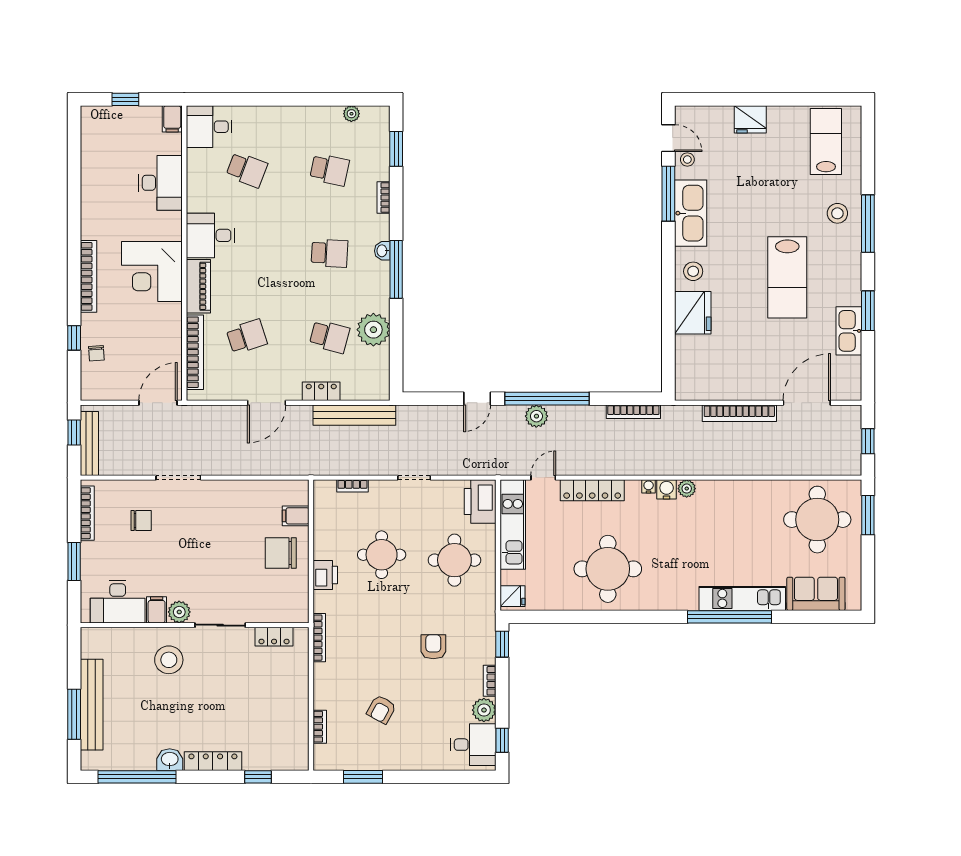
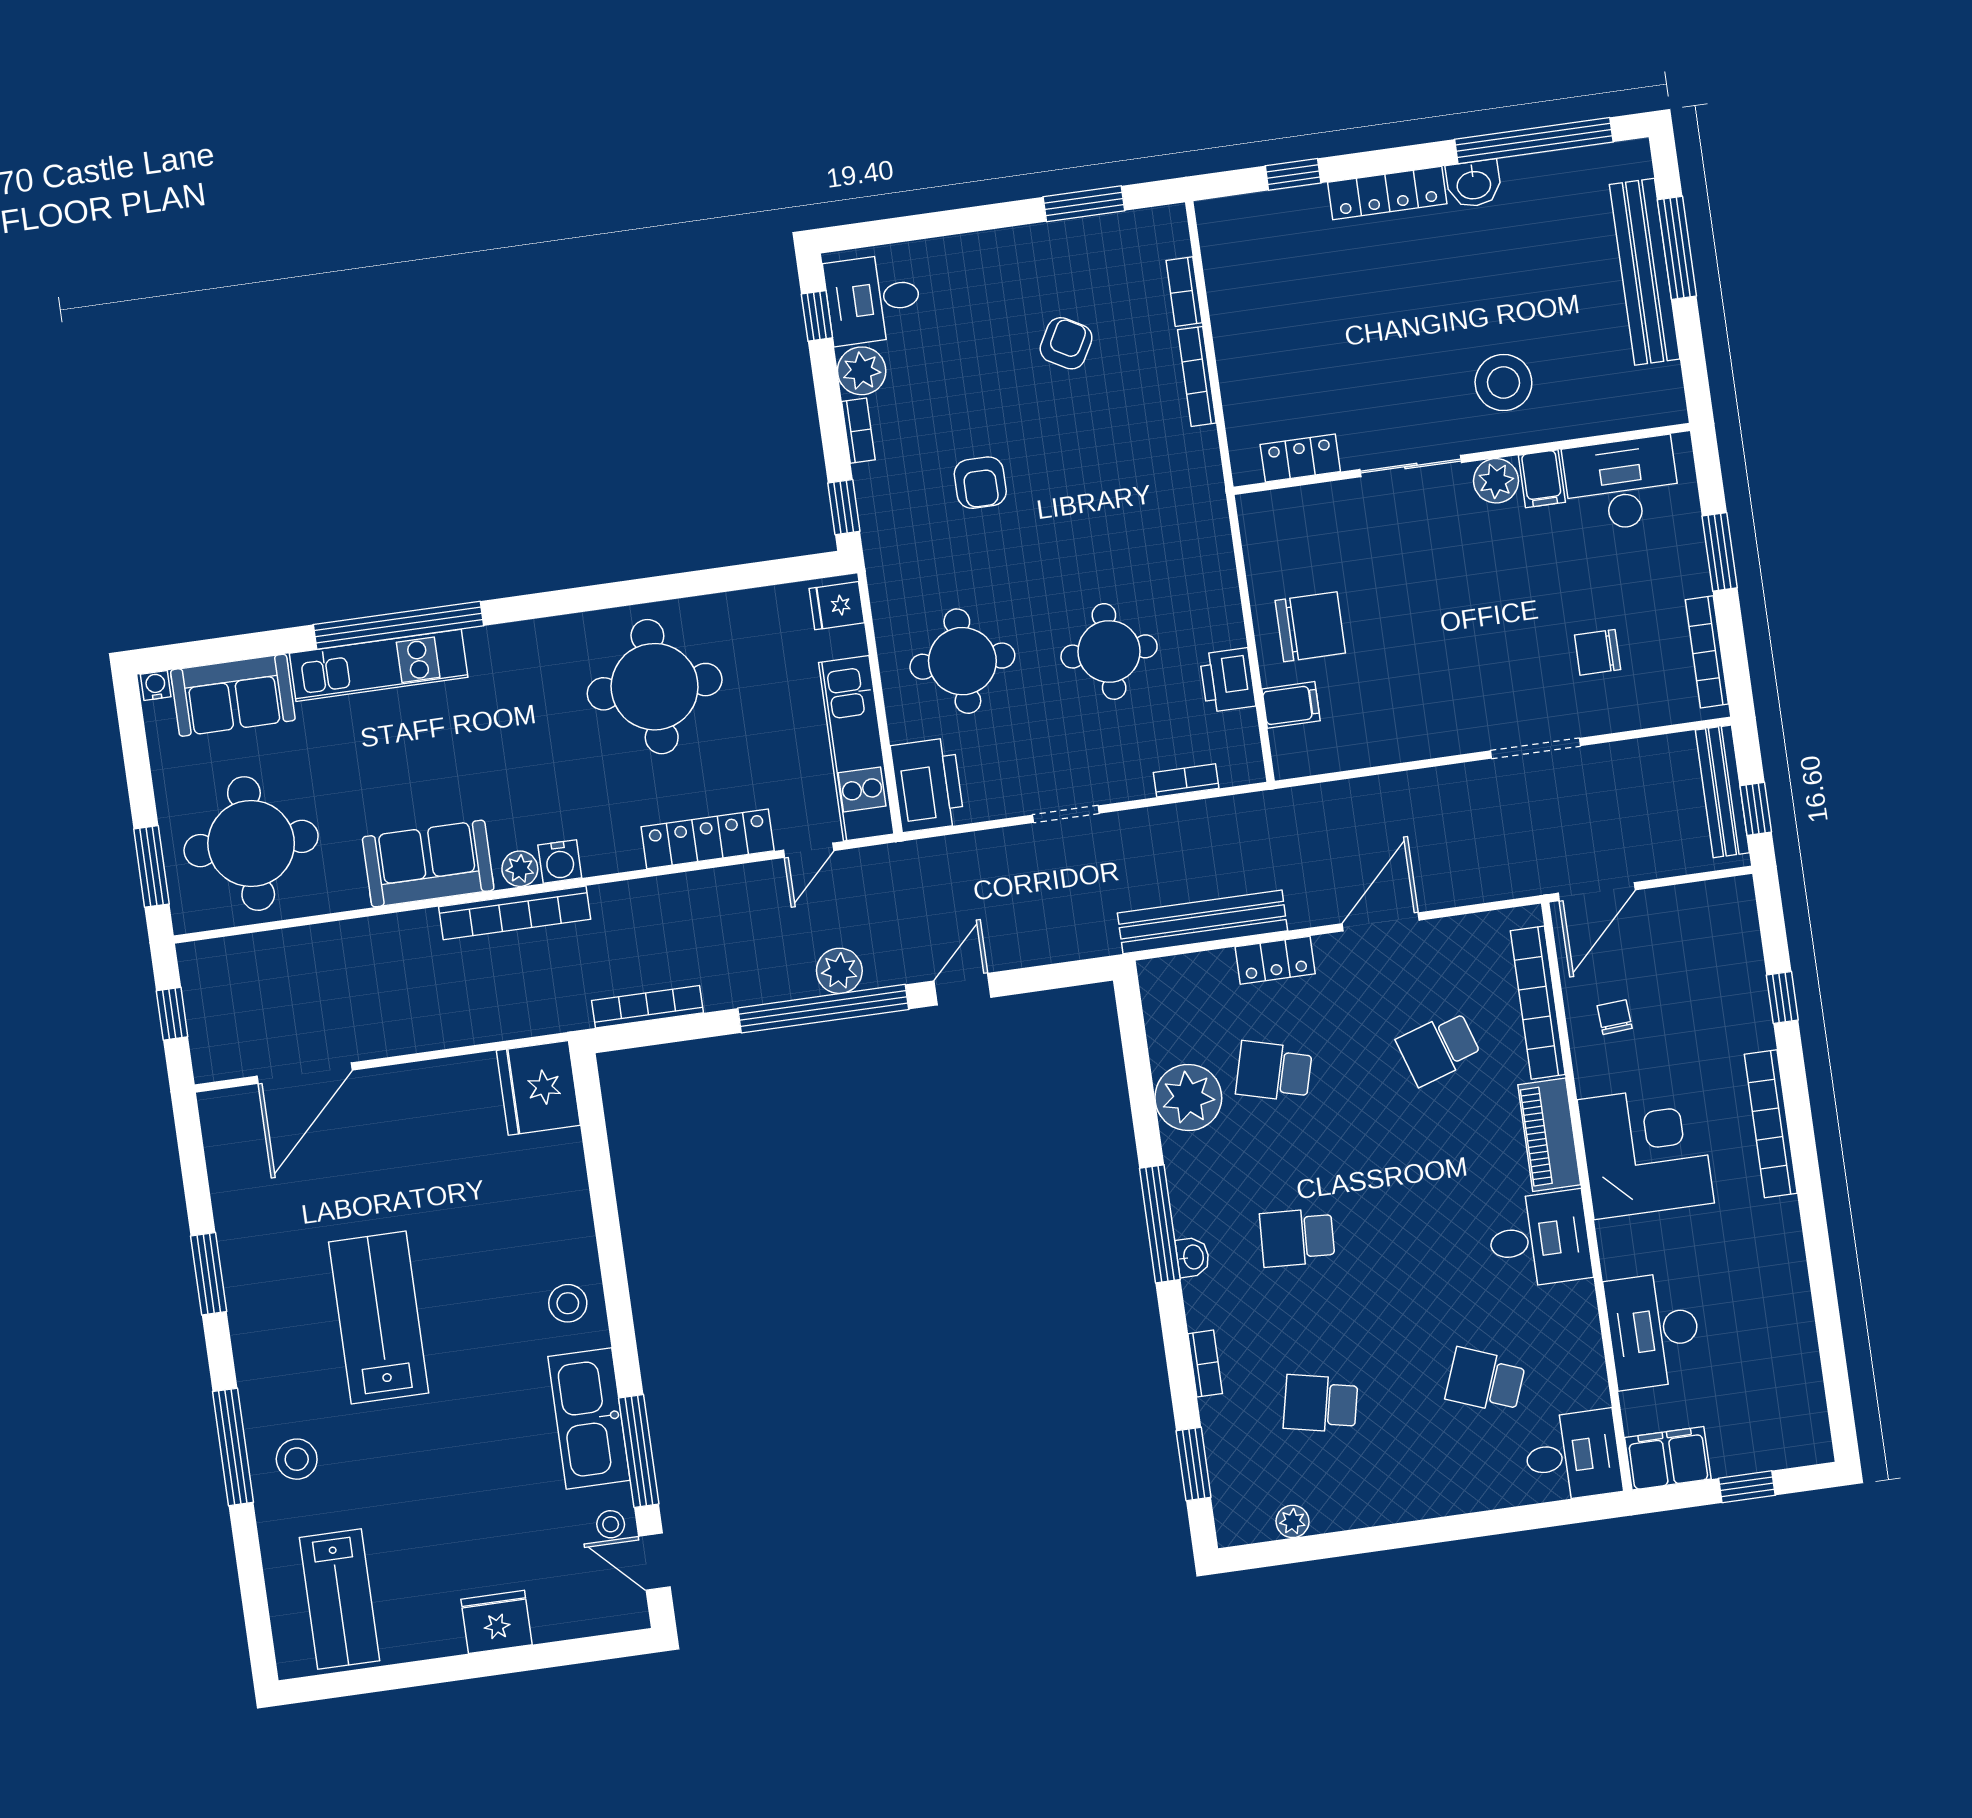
filing cabinet: (172, 119) -> (1668, 1458), width x2.00
fridge: (693, 313) -> (538, 1088), moved
kitchen sink: (849, 331) -> (241, 1228), removed
chair: (96, 353) -> (1615, 1017), moved
bookcase: (739, 413) -> (515, 913), moved, turned 180
water cooler: (649, 486) -> (156, 686), moved, turned 180
sofa: (731, 497) -> (428, 864), added
printer: (325, 575) -> (1228, 680), moved
bookcase: (319, 638) -> (1197, 376), moved

